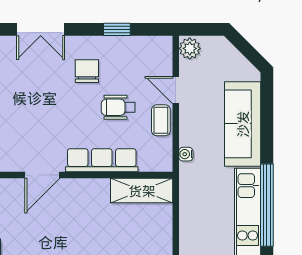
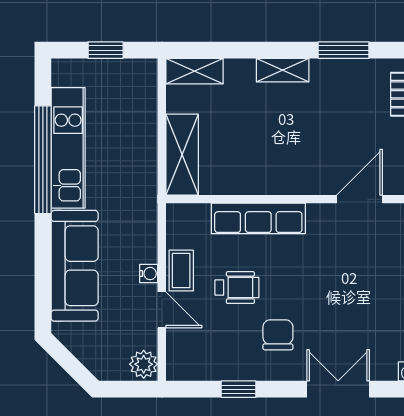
chair: (87, 71) -> (278, 335), turned 180
water cooler: (186, 154) -> (149, 274), moved
door: (42, 175) -> (360, 199), moved
shelving: (142, 191) -> (182, 155), moved, turned 90

